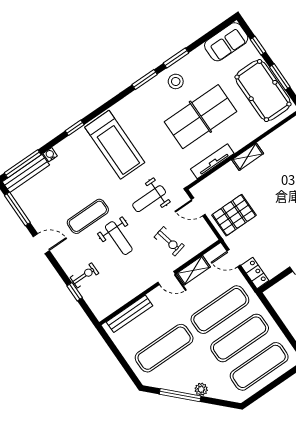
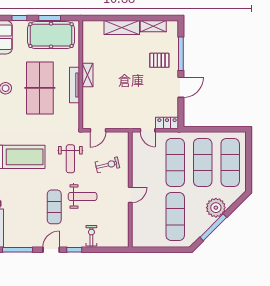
tv unit: (212, 161) -> (74, 85), moved
pallet: (234, 215) -> (120, 110), removed
door: (234, 258) -> (148, 130), hinge flipped
shelving: (193, 270) -> (137, 162), removed
door: (166, 278) -> (130, 195), moved
window: (75, 292) -> (74, 250), moved
bench: (130, 314) -> (137, 224), removed
plant: (201, 389) -> (216, 208), width x1.88, depth x1.88

